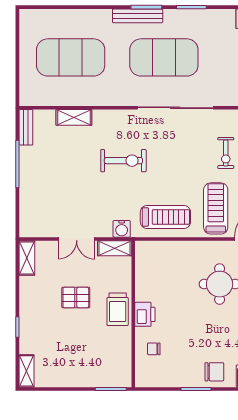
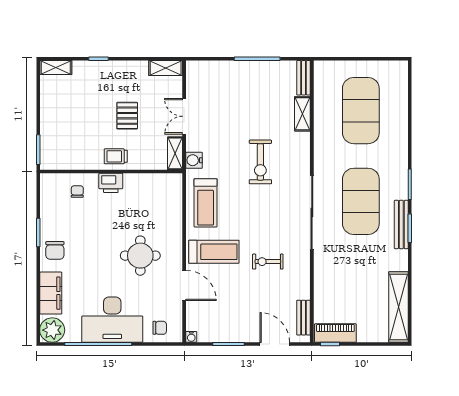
bench: (138, 16) -> (401, 224), moved
bench: (26, 127) -> (304, 78), moved, turned 90
trolley: (118, 309) -> (116, 156), width x0.73, depth x0.72

